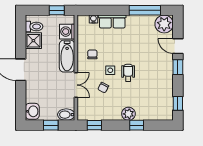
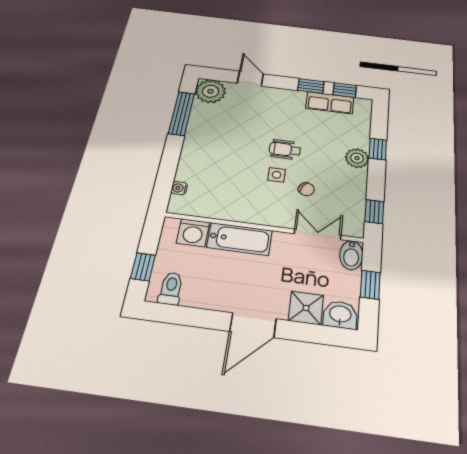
window: (57, 10) -> (143, 267), moved
row of seats: (112, 21) -> (330, 103), moved, turned 90
shower: (33, 41) -> (306, 308), moved
door: (178, 46) -> (250, 79), swing flipped
chair: (92, 54) -> (243, 198), removed
window: (178, 67) -> (311, 86), moved
double door: (76, 85) -> (318, 234), moved

